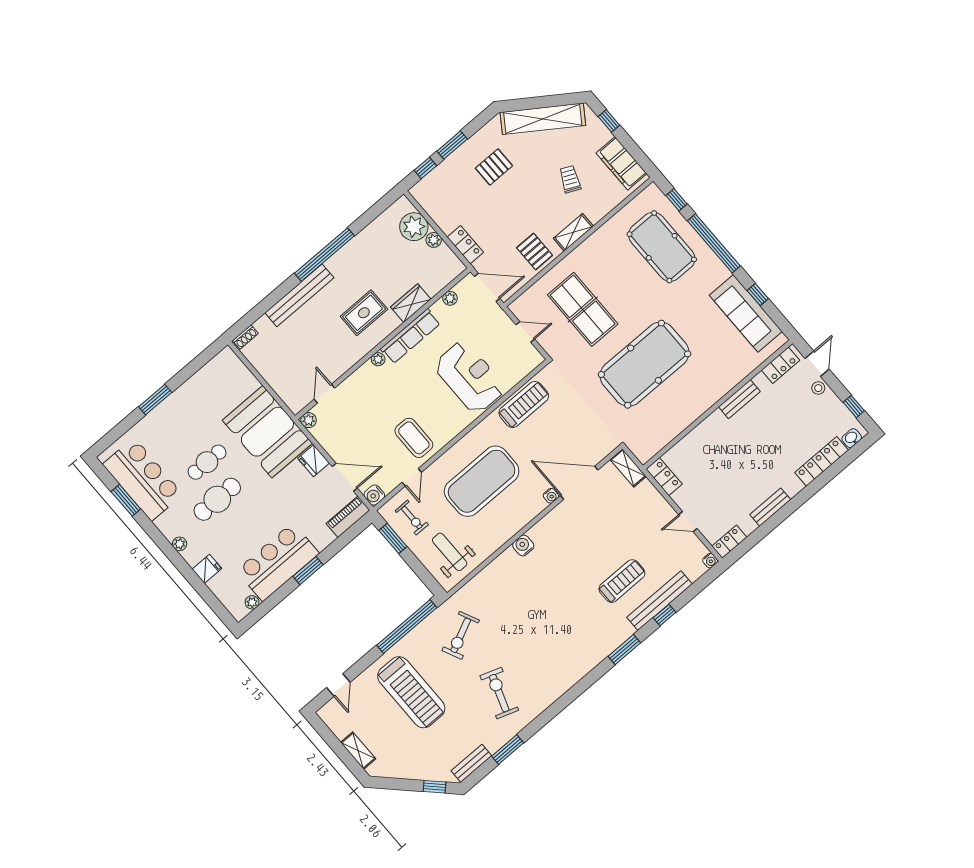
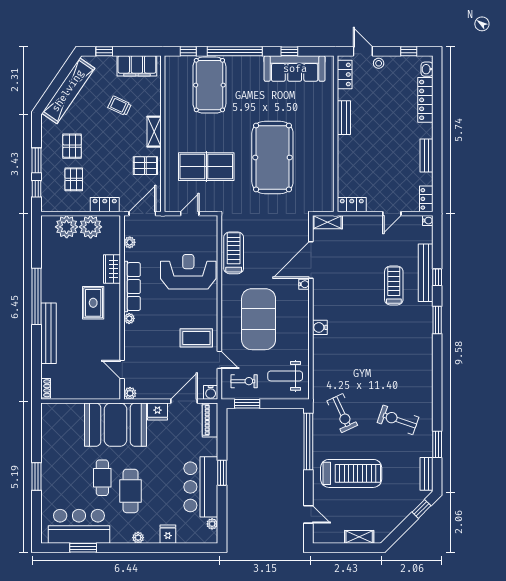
pallet: (464, 195) -> (74, 179), added
plant: (434, 240) -> (91, 227), width x1.88, depth x1.88
pool table: (662, 247) -> (209, 85), turned 90

